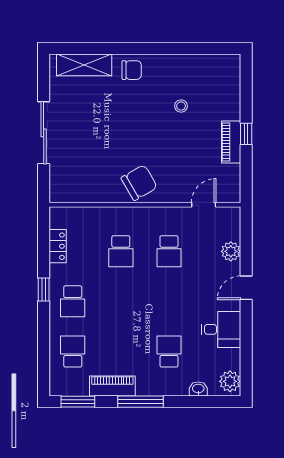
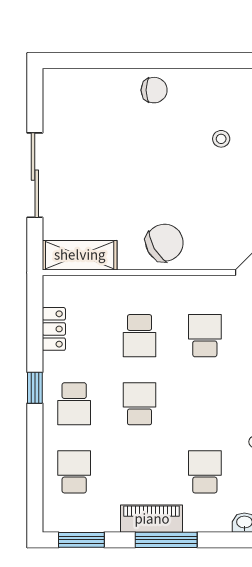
shelving: (84, 65) -> (80, 255), moved
school desk: (169, 251) -> (205, 336), turned 180
school desk: (121, 301) -> (139, 404), added
piano: (112, 386) -> (152, 519), moved

